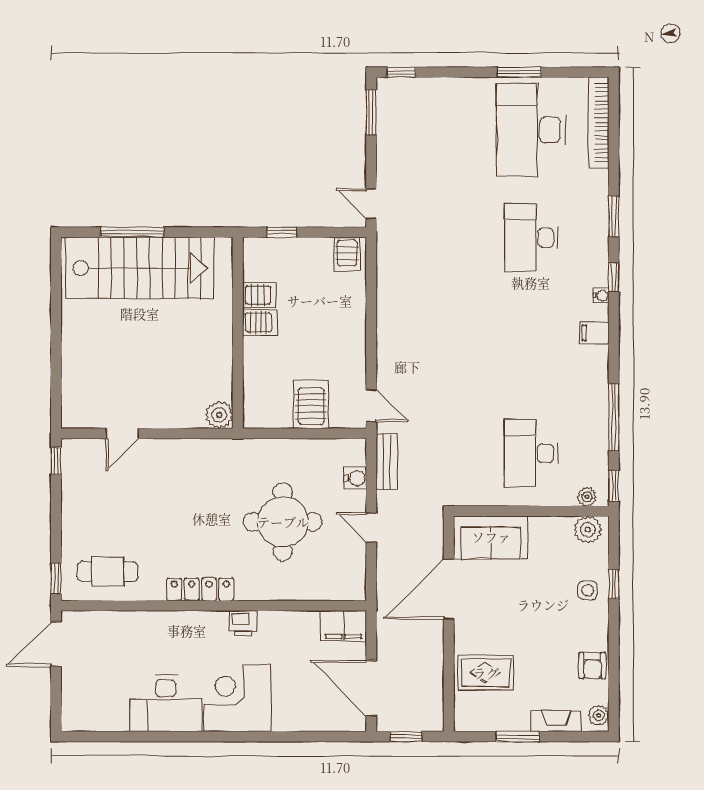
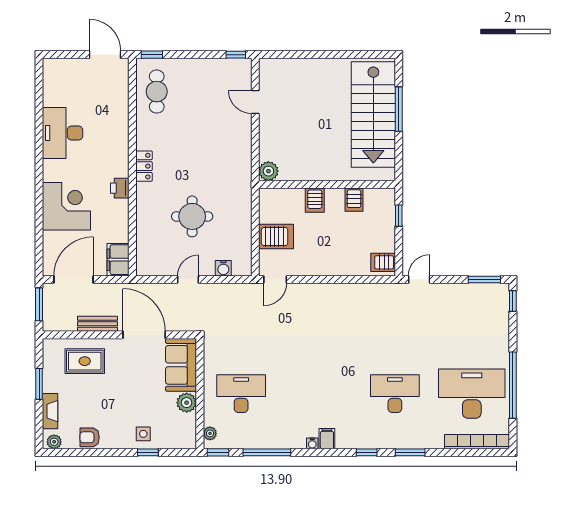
window: (519, 72) -> (513, 385), width x2.11
water cooler: (601, 296) -> (312, 443), moved
server rack: (260, 322) -> (315, 200), moved
bench: (387, 462) -> (98, 324), moved
round table: (283, 522) -> (192, 216), width x0.73, depth x0.73
plant: (588, 530) -> (187, 403), moved
locker: (200, 589) -> (144, 166), width x0.66
rug: (486, 673) -> (85, 361), turned 90
corner desk: (237, 698) -> (66, 206), moved
window: (406, 737) -> (39, 304), width x1.50

